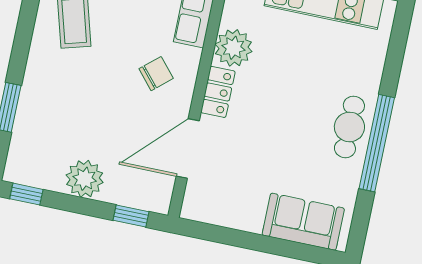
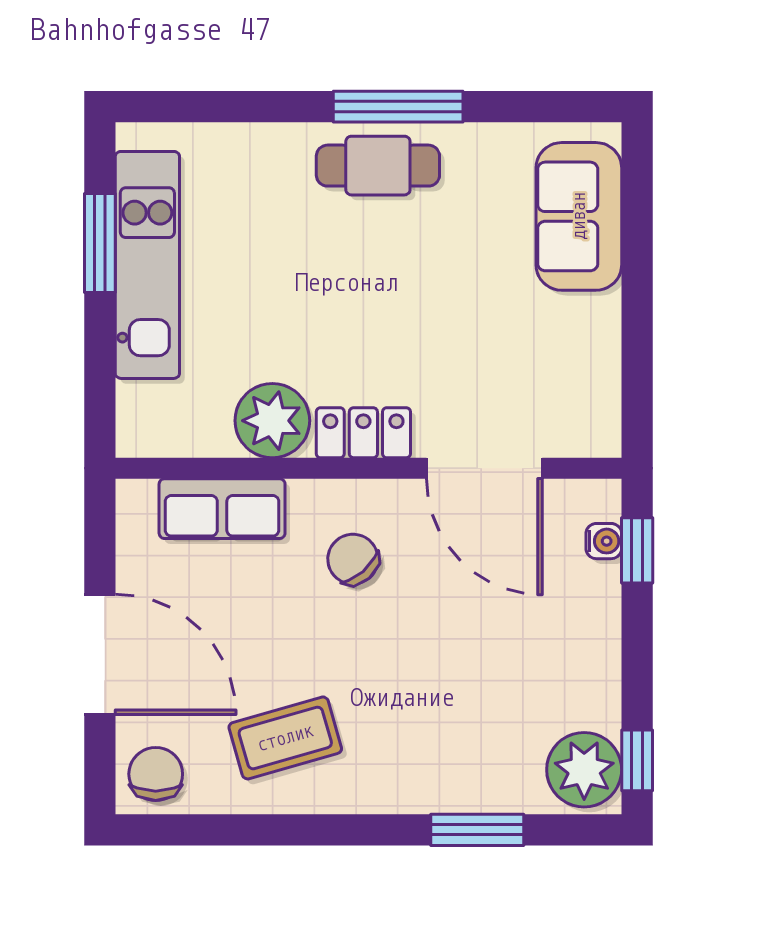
window: (377, 143) -> (398, 107), width x0.68
plant: (85, 179) -> (584, 770), moved
water cooler: (139, 200) -> (604, 541), added

